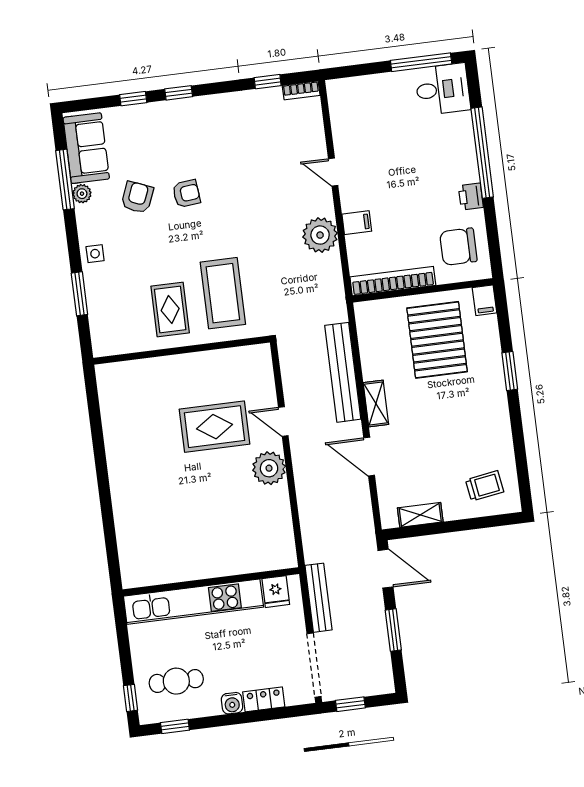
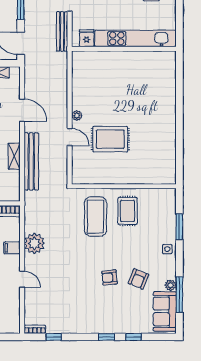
shelving: (376, 403) -> (14, 156), moved
plant: (269, 468) -> (77, 115), width x0.53, depth x0.53

